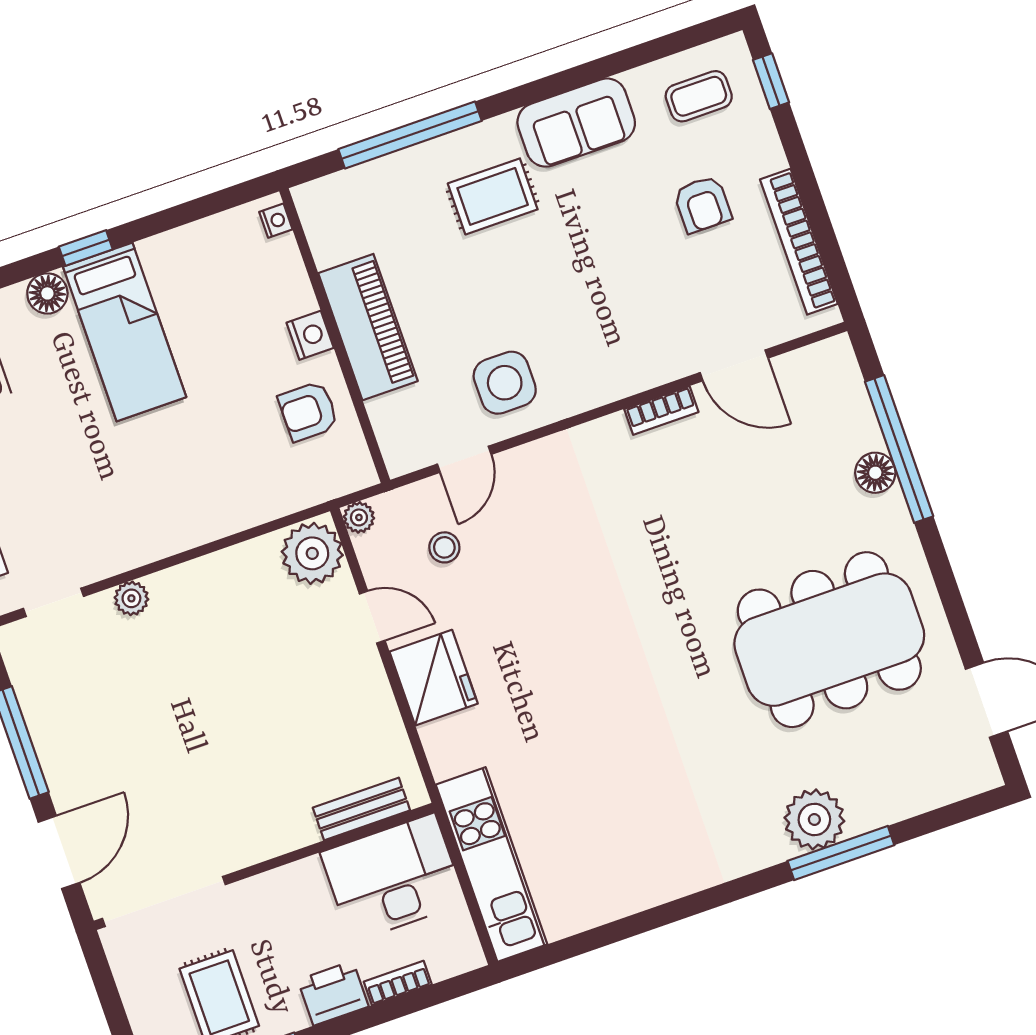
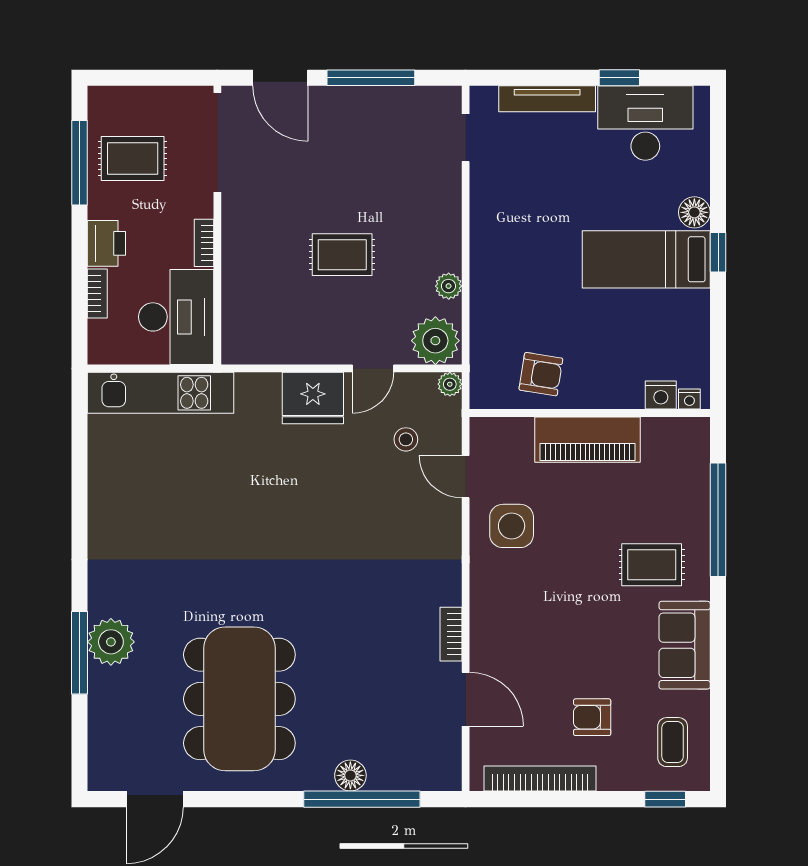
rug: (493, 196) -> (652, 565), turned 90
nightstand: (310, 335) -> (661, 395), moved
door: (734, 365) -> (466, 699), swing flipped
armchair: (308, 411) -> (541, 374), turned 99
plant: (131, 598) -> (449, 286), moved
rug: (247, 703) -> (342, 255), added
bench: (361, 809) -> (235, 311), removed
bookcase: (291, 875) -> (204, 243), added

